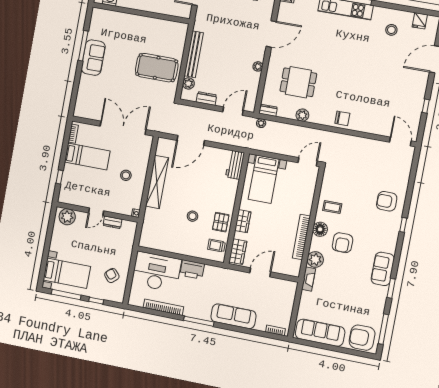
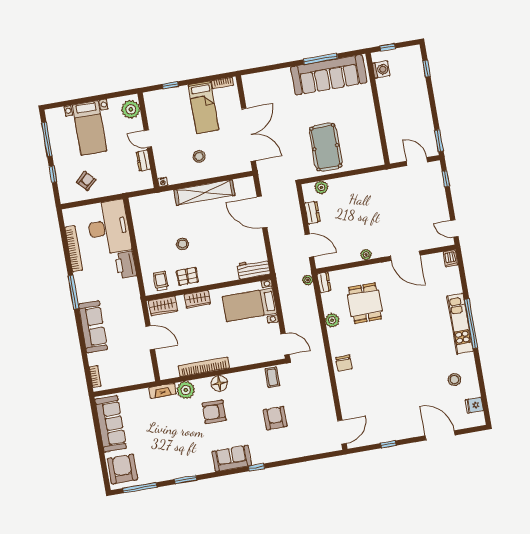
bench: (194, 54) -> (354, 182), removed
sofa: (93, 58) -> (329, 75), width x1.85, depth x1.27
armchair: (387, 201) -> (275, 418), moved
coffee table: (332, 207) -> (272, 377), moved
sofa: (383, 269) -> (232, 458), moved
bed with nightstands: (67, 273) -> (90, 128), moved

